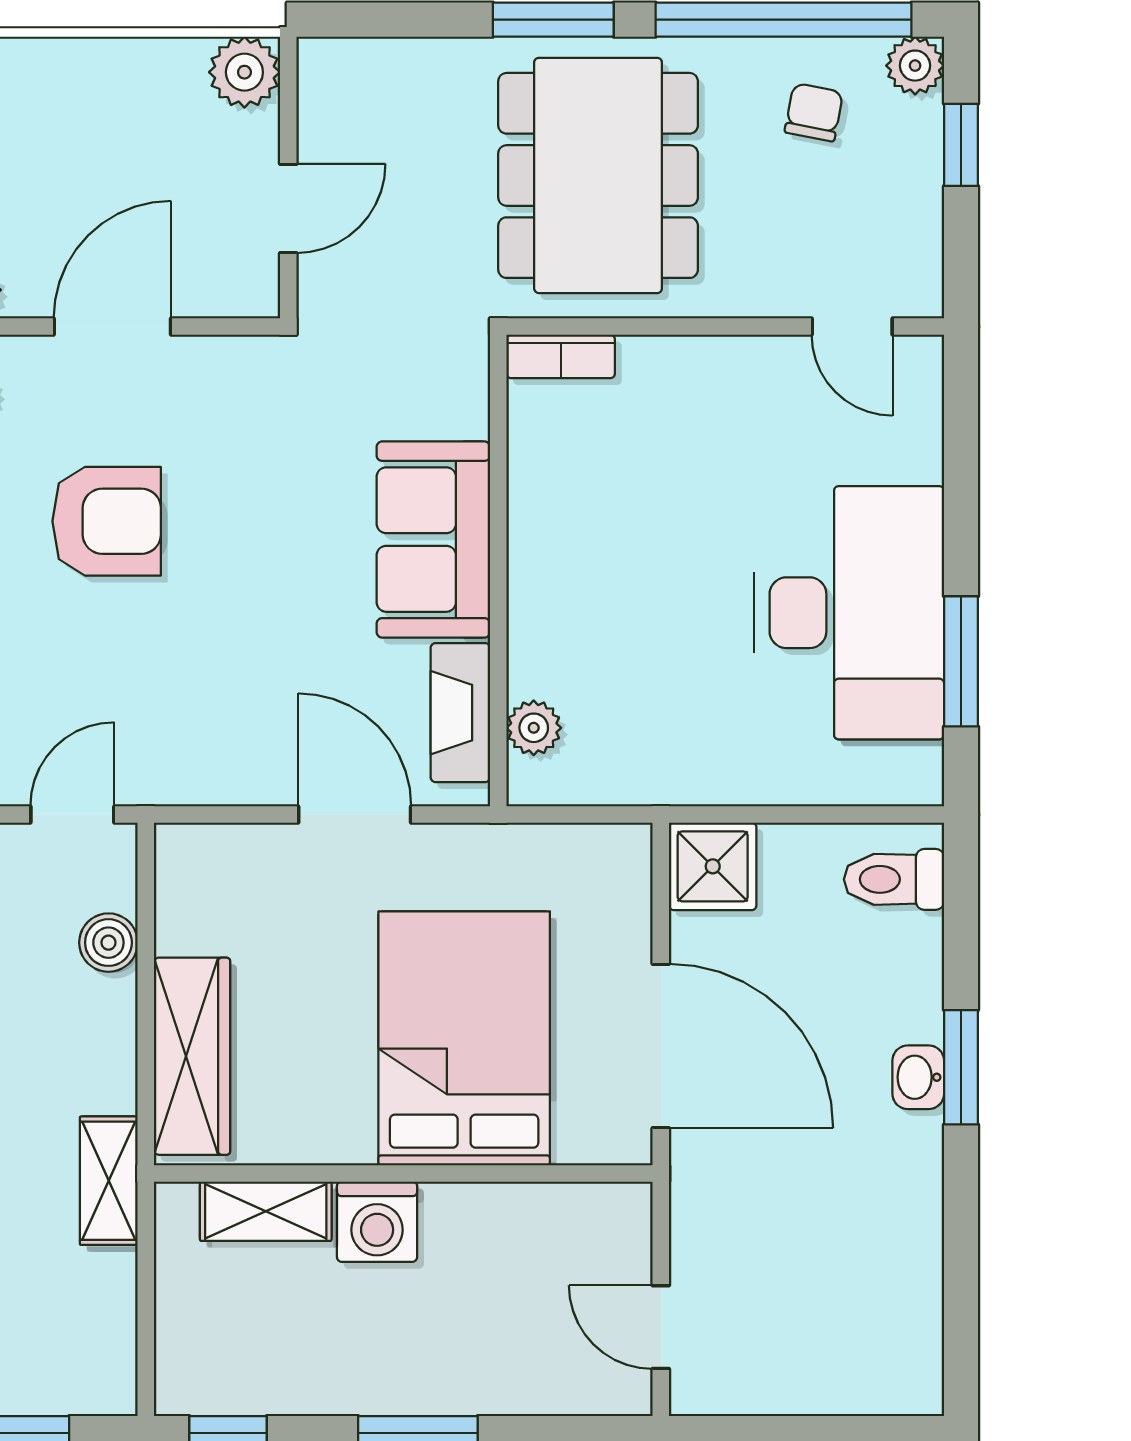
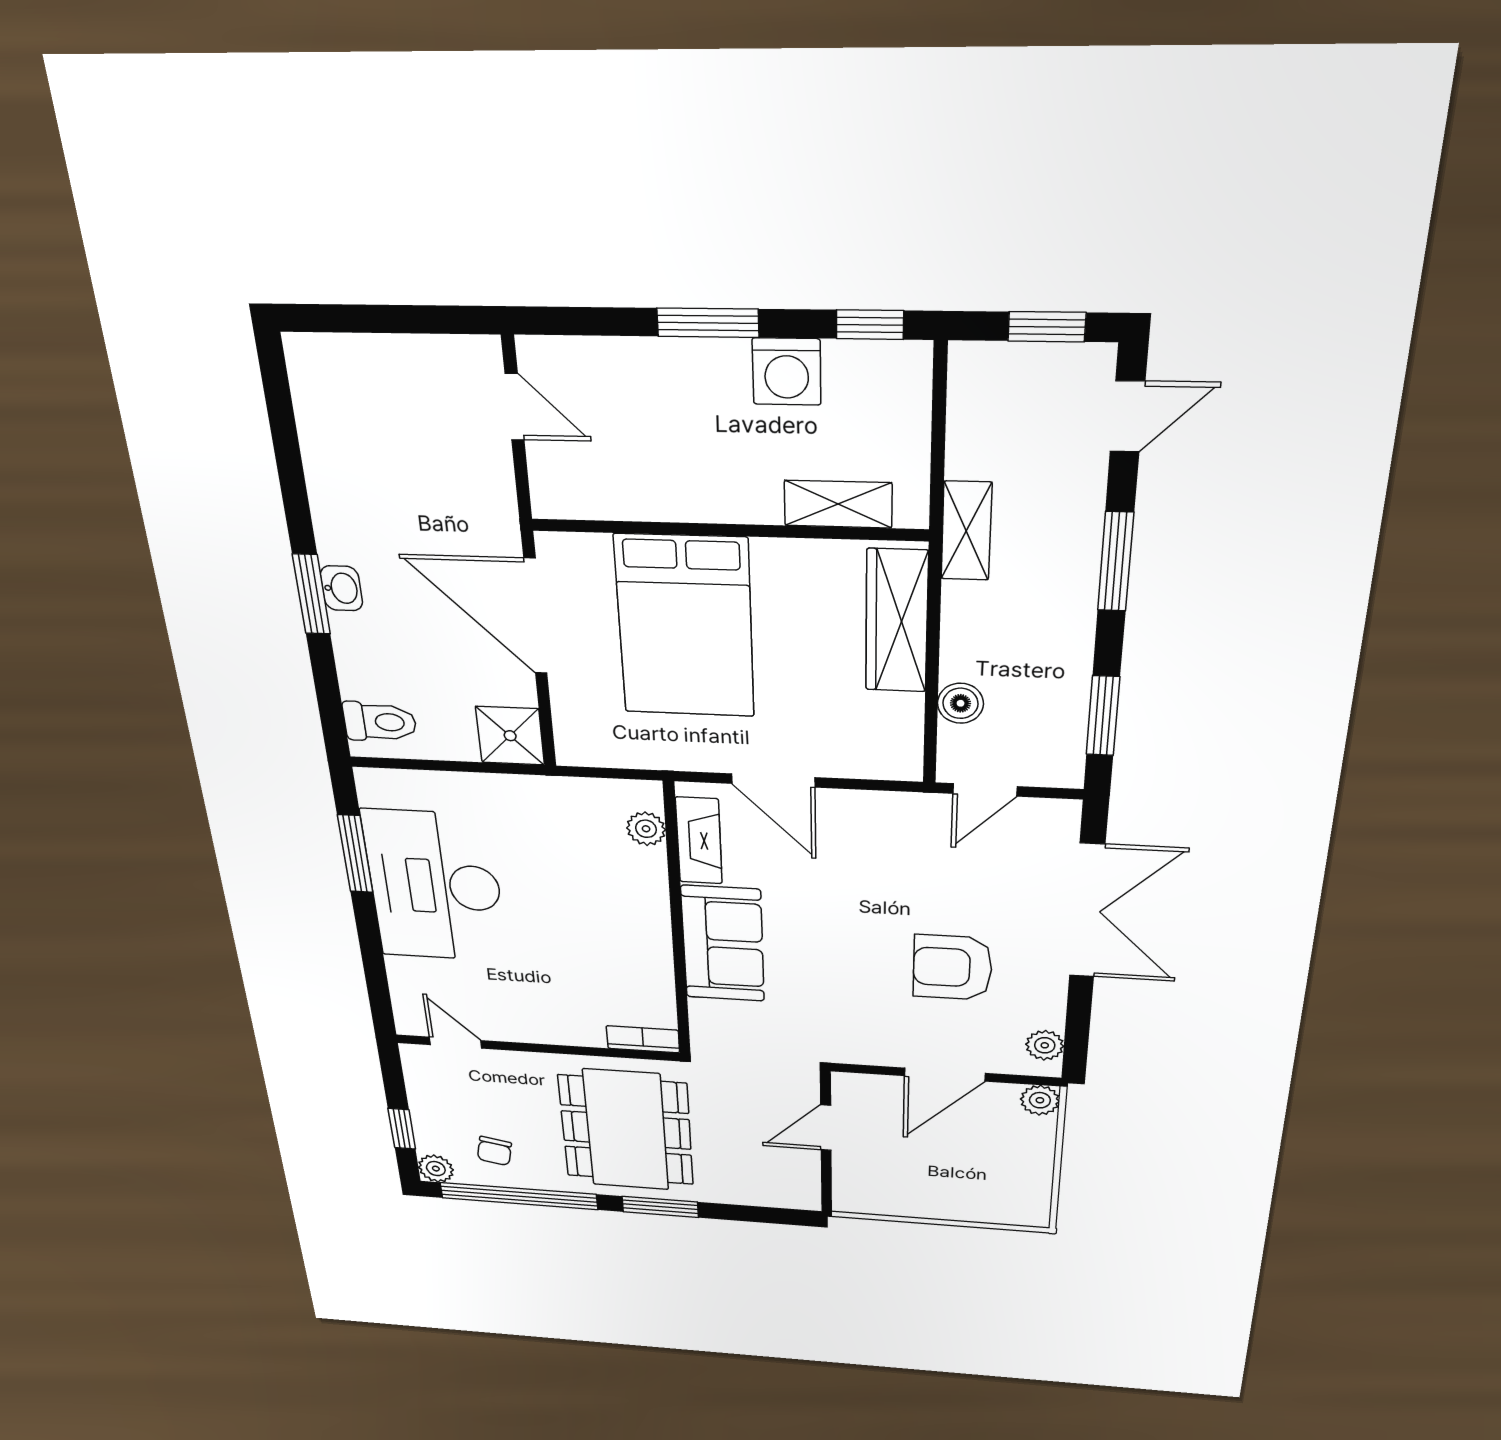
plant: (244, 72) -> (855, 1197), removed
washing machine: (377, 1222) -> (787, 372), moved, turned 180

